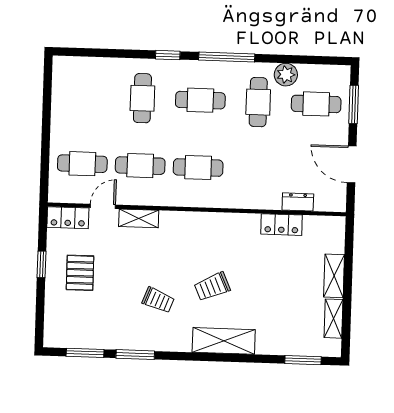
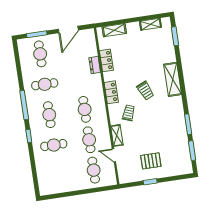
plant: (286, 75) -> (28, 72), removed
dresser: (298, 202) -> (95, 65), moved
locker: (68, 218) -> (111, 92), moved
shelving: (334, 276) -> (114, 30), moved
trolley: (158, 300) -> (129, 113), moved

